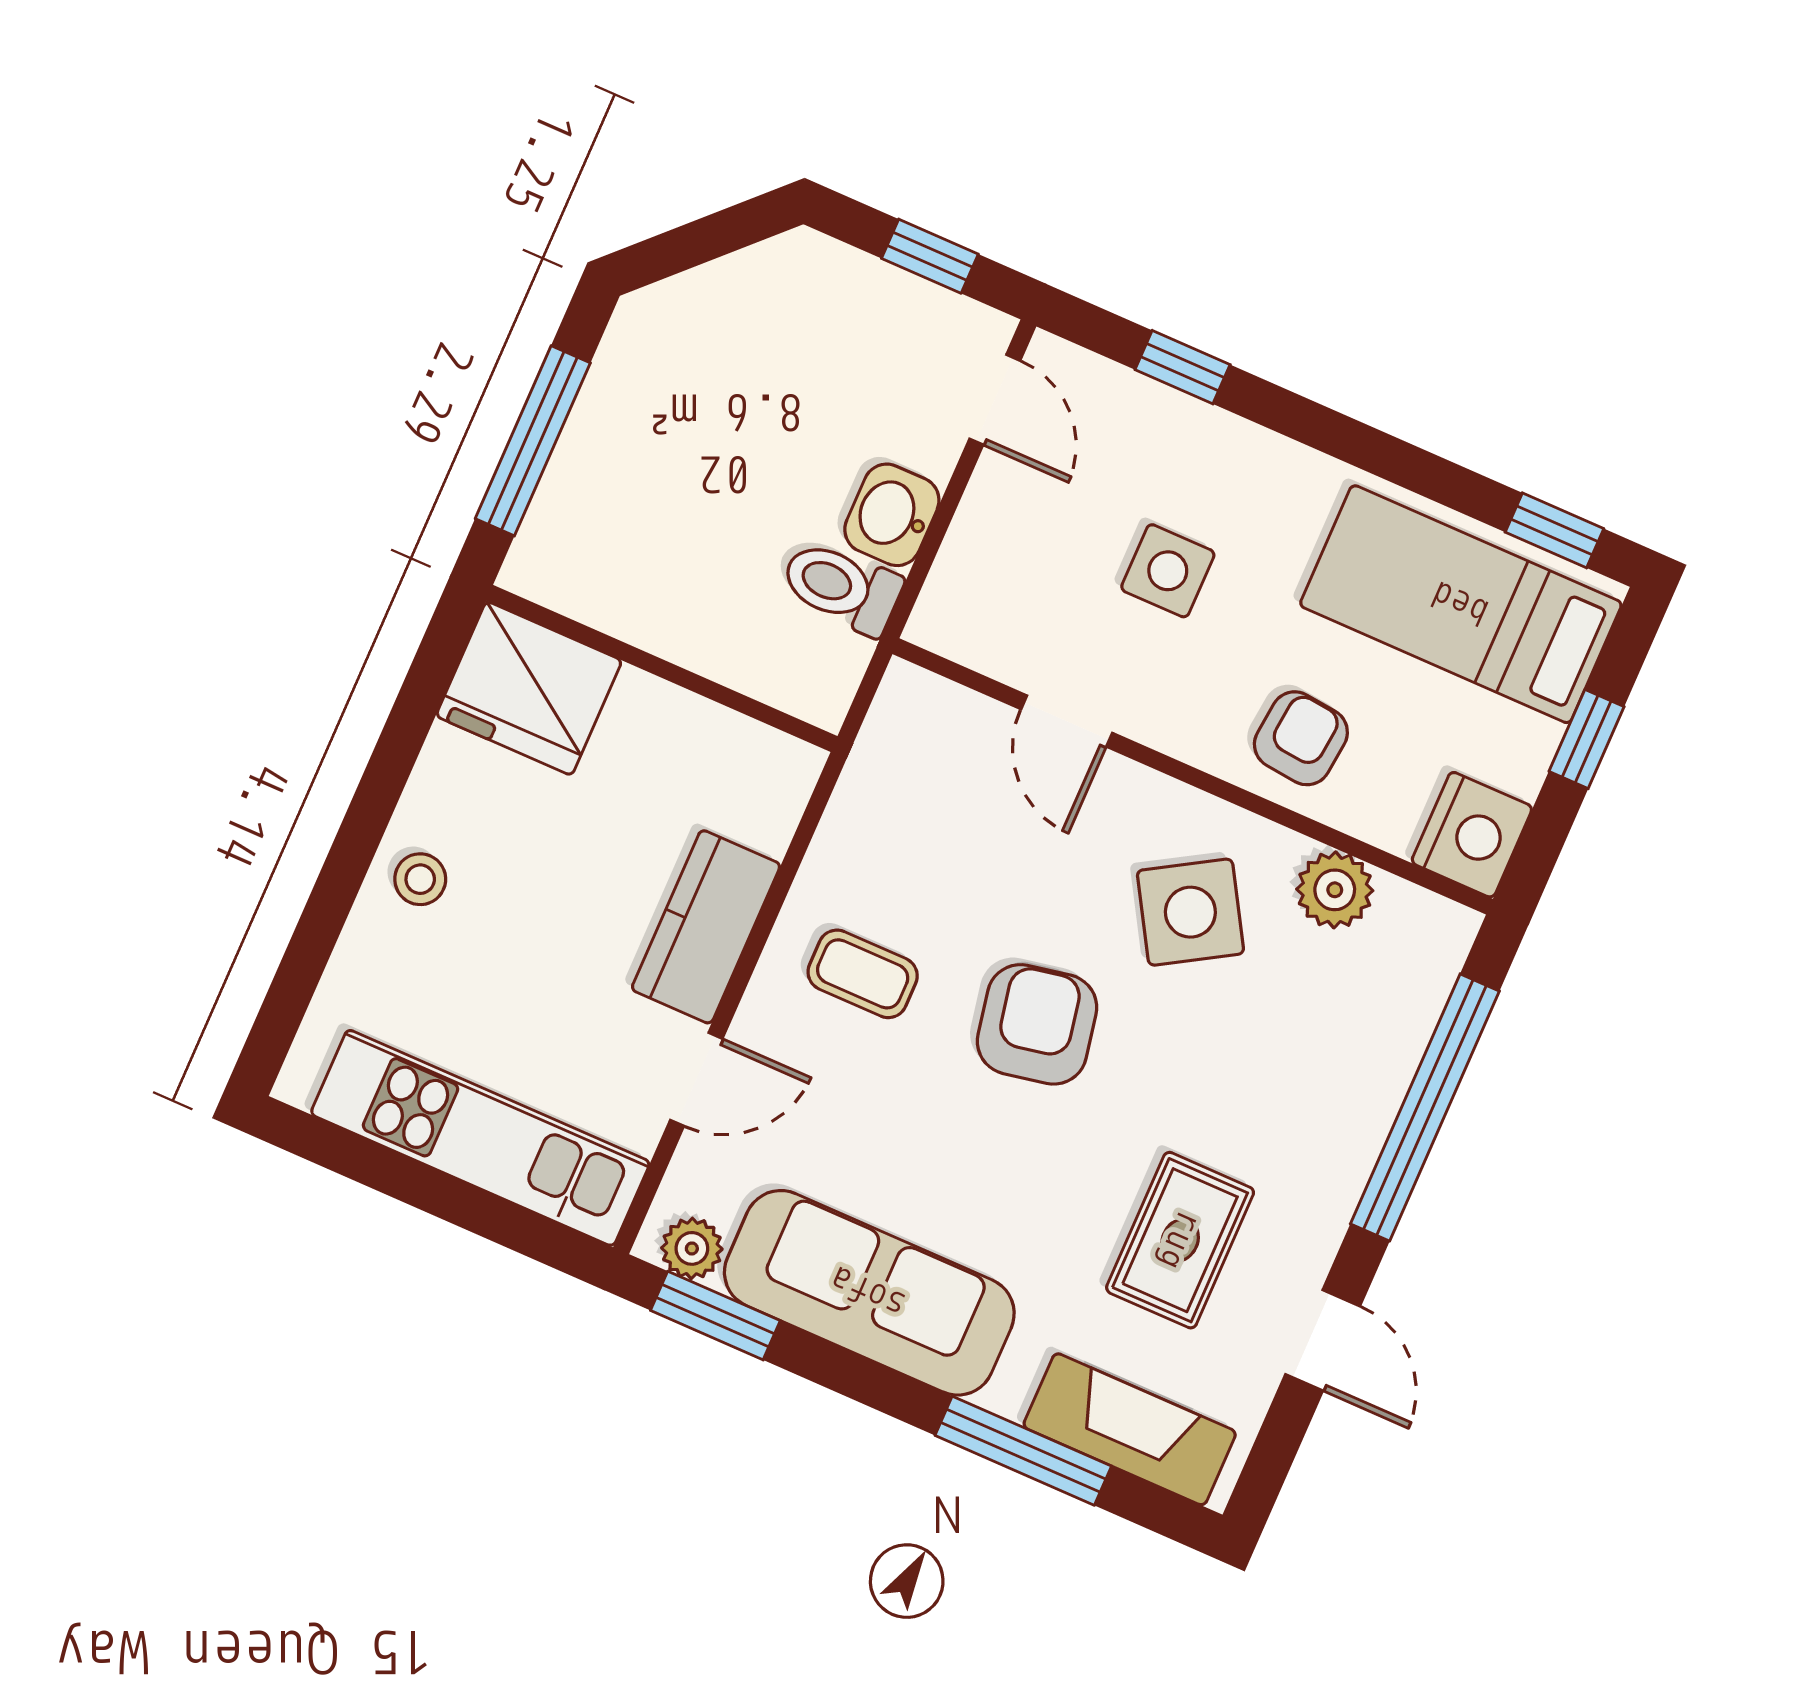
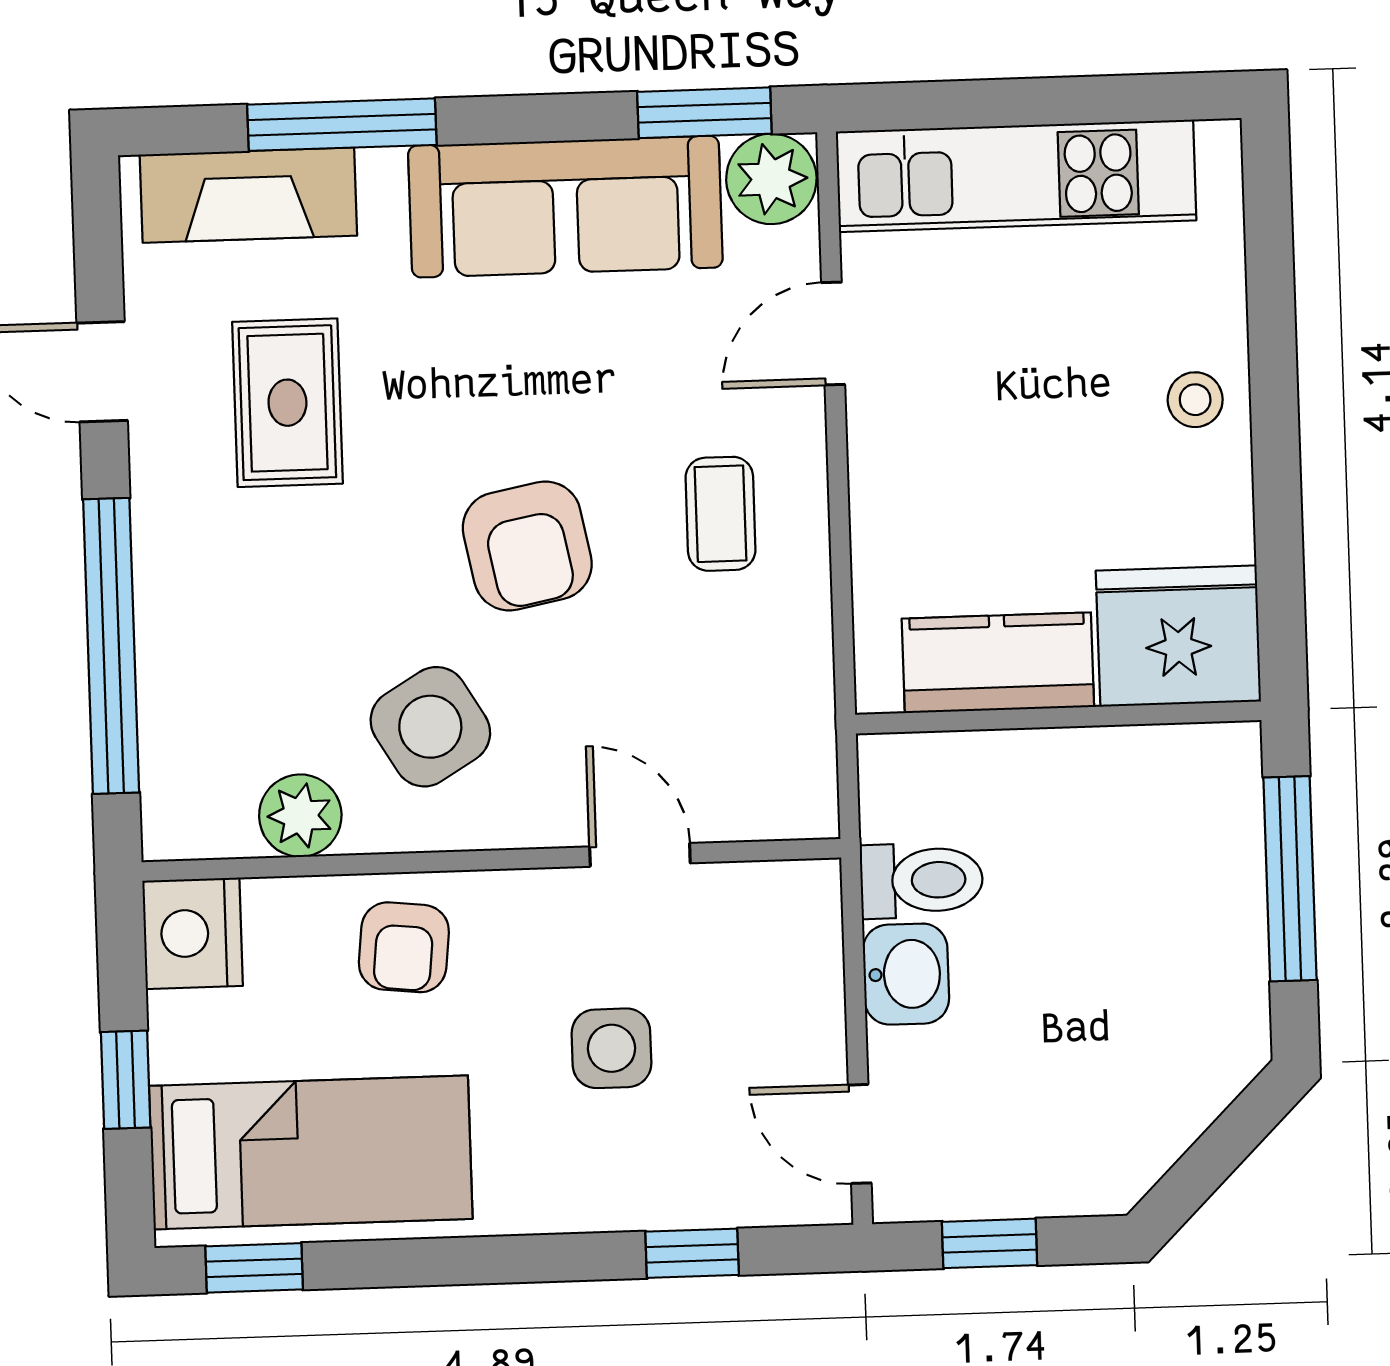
kitchen counter: (706, 927) -> (998, 663), moved, turned -90
coffee table: (863, 974) -> (721, 514), turned 90
plant: (692, 1248) -> (771, 179), width x1.38, depth x1.38

